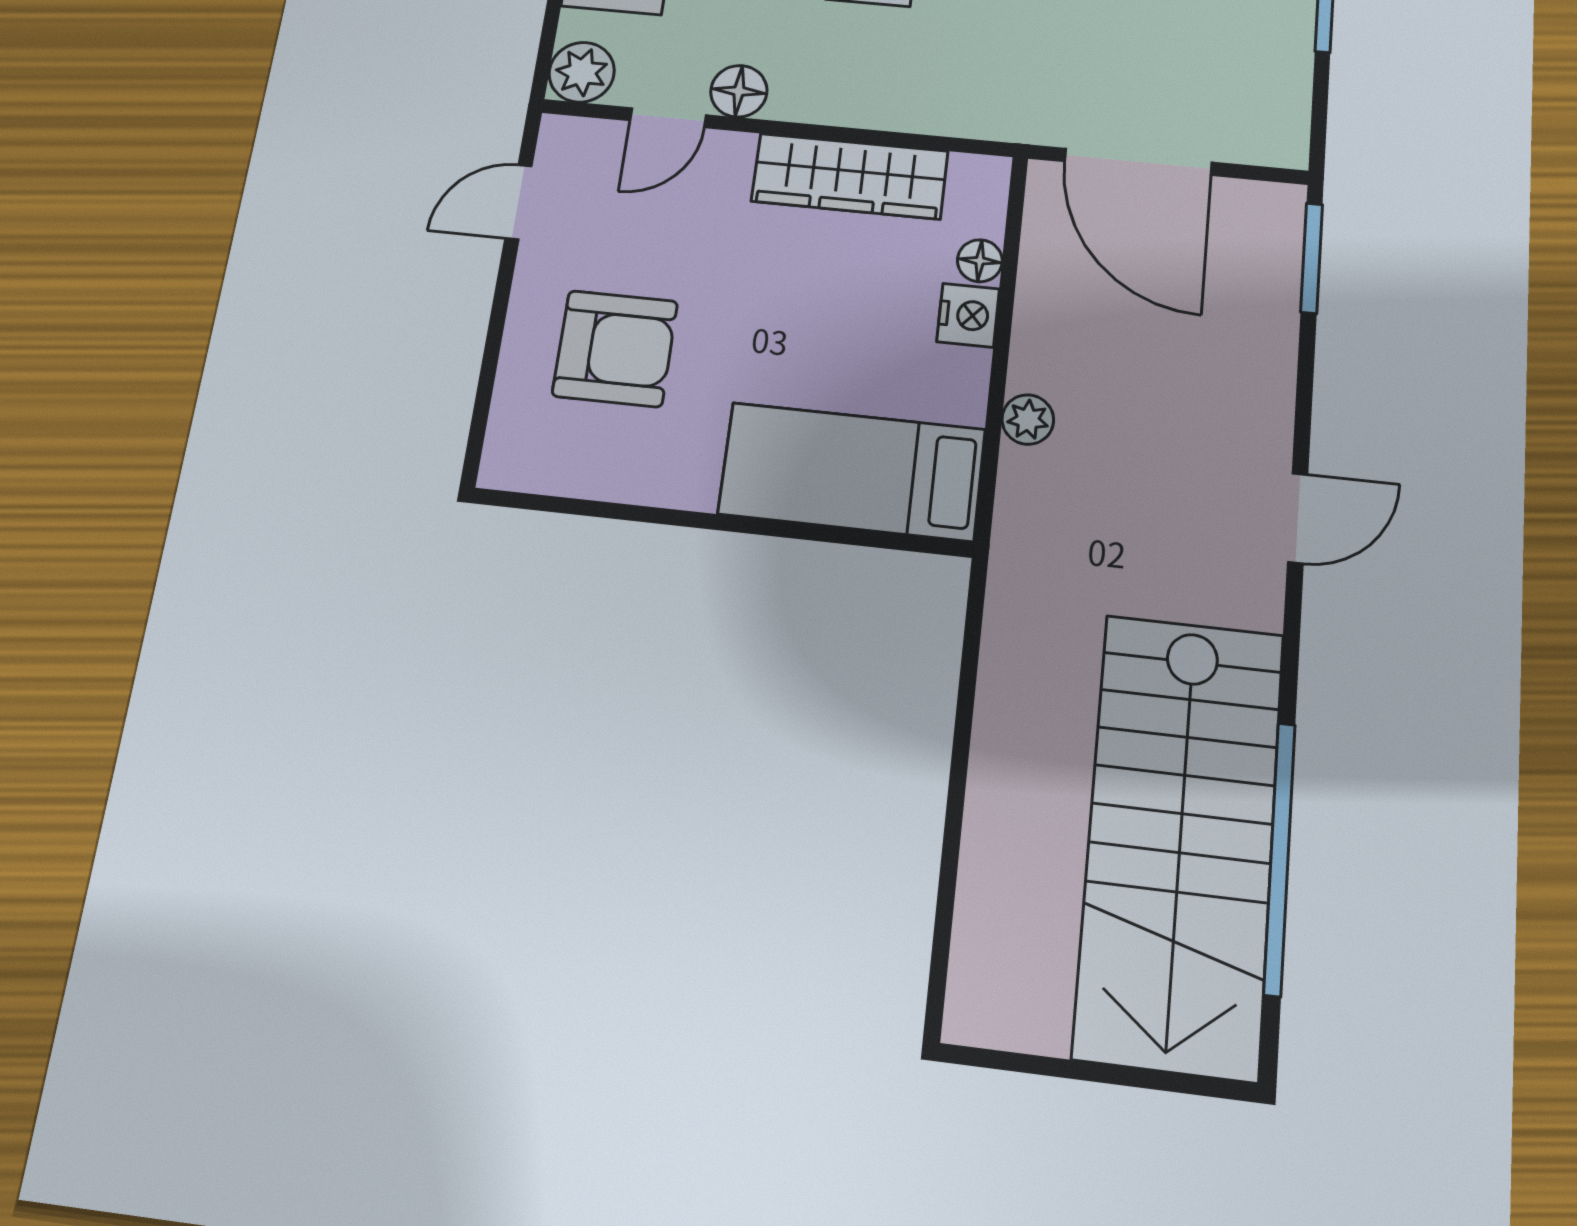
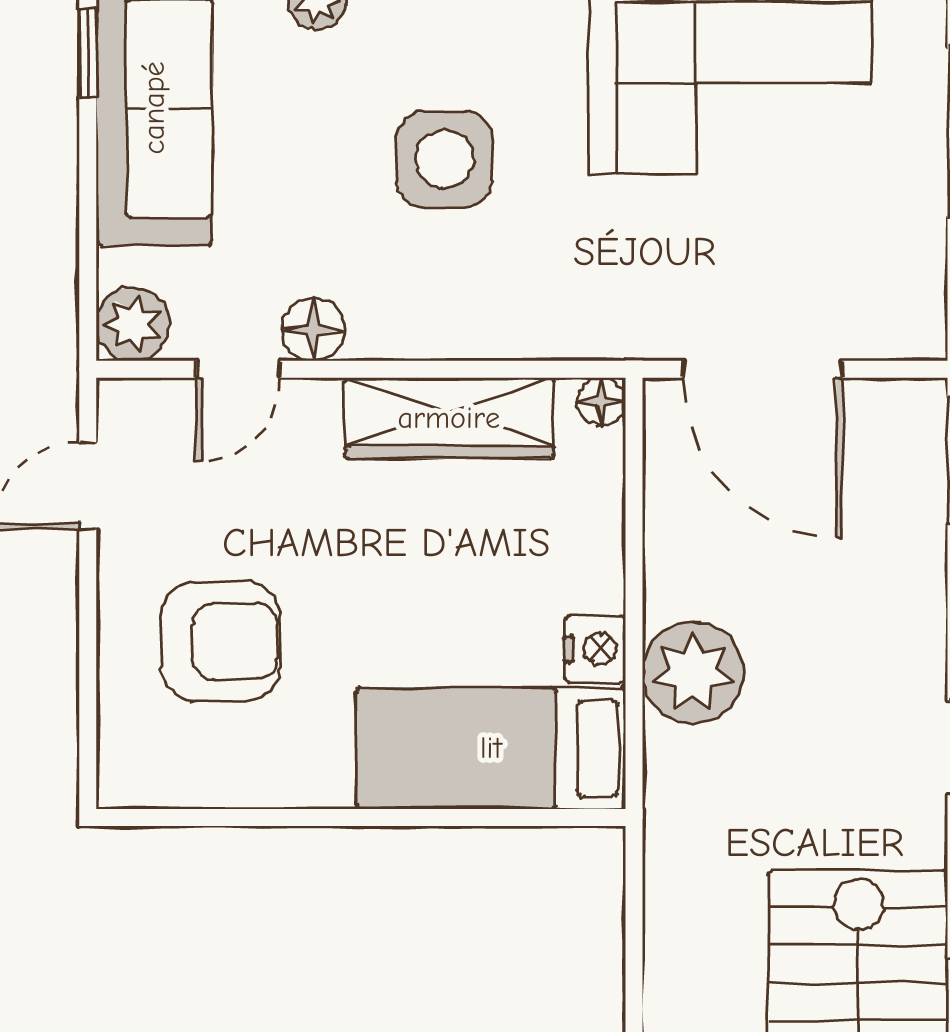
floor lamp: (980, 261) -> (601, 402), moved
nightstand: (968, 315) -> (595, 649), moved
plant: (1028, 420) -> (693, 672), width x1.88, depth x1.88

